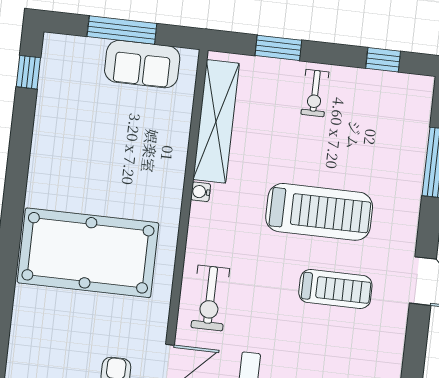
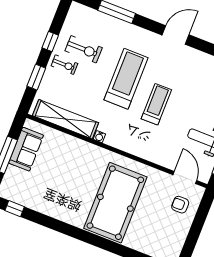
window: (383, 60) -> (50, 41), moved
treadmill: (335, 289) -> (156, 104), moved
exercise bike: (210, 298) -> (84, 49), moved

